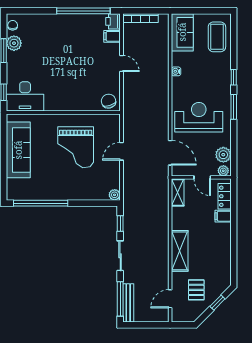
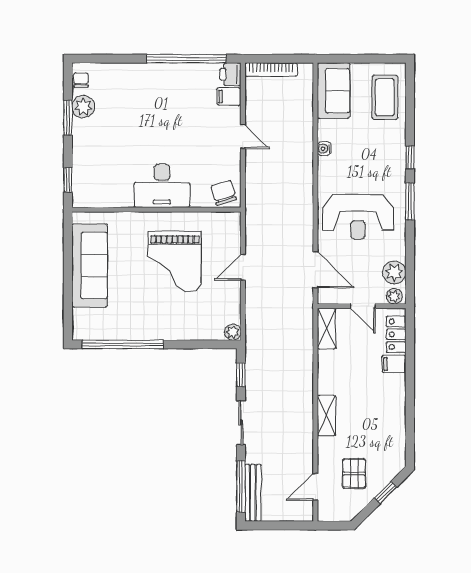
desk: (25, 96) -> (162, 186), moved
reception desk: (199, 117) -> (358, 217), turned 180
shelving: (180, 251) -> (326, 415), width x0.67, depth x0.75

